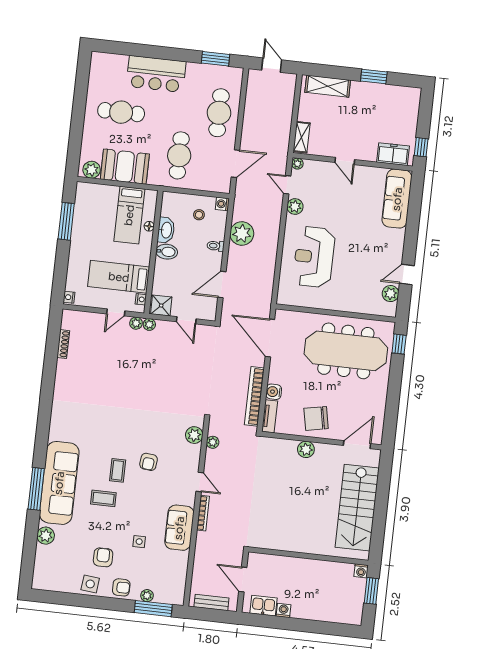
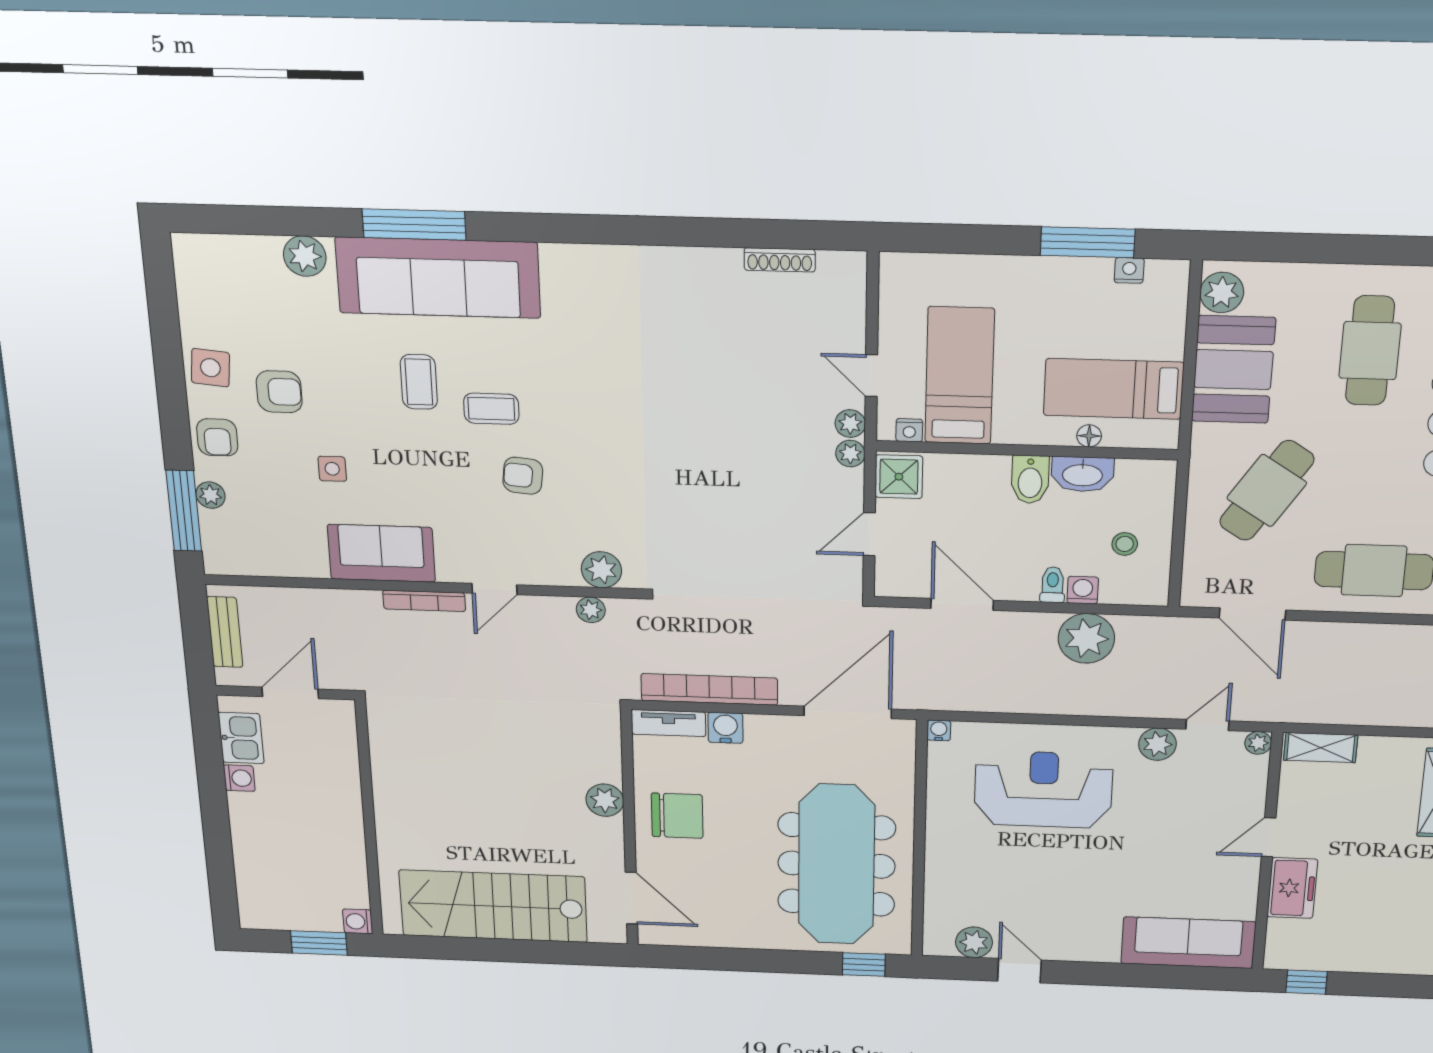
freezer: (393, 154) -> (1292, 888), moved
cafe table: (179, 155) -> (1267, 491), turned -57
washing machine: (222, 204) -> (1083, 590), moved
nightstand: (69, 297) -> (1129, 270), moved
water cooler: (282, 300) -> (939, 730), added
chair: (316, 418) -> (677, 816), turned 101

